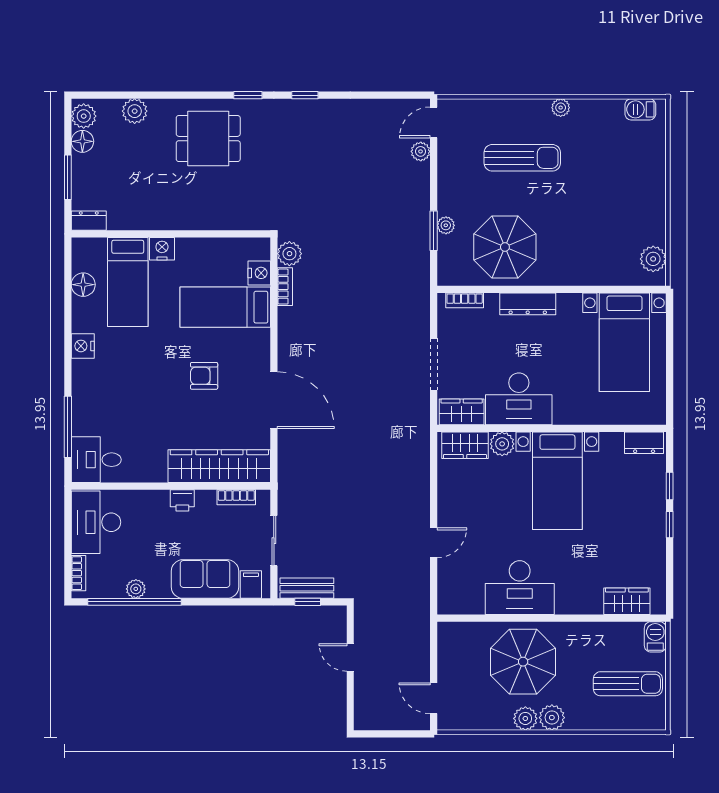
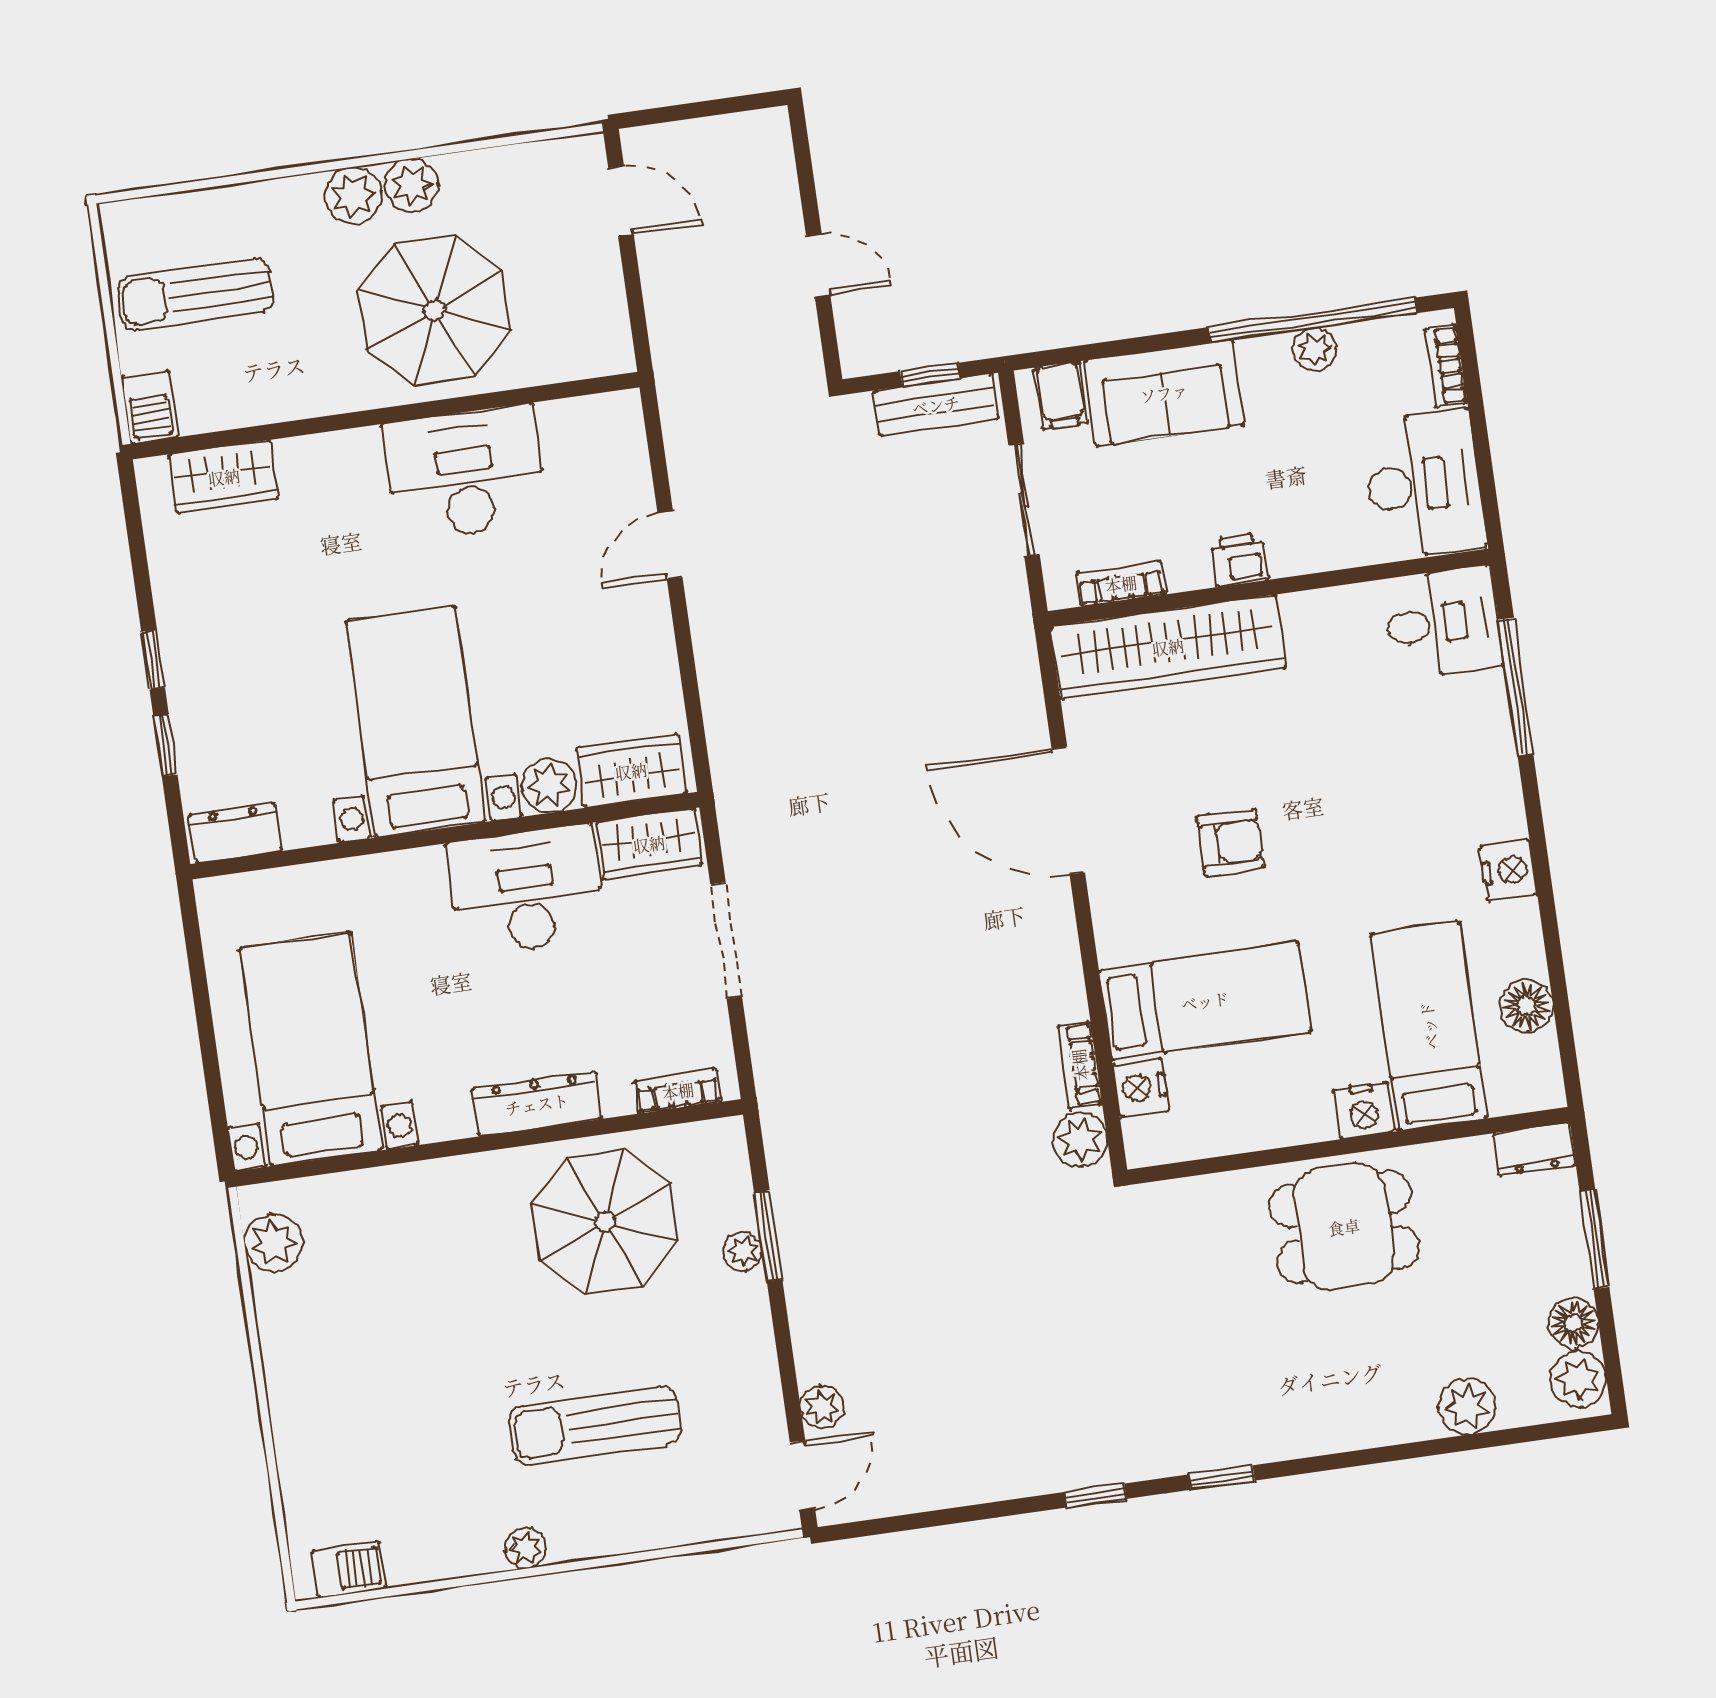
dining table: (208, 139) -> (1344, 1227), moved

